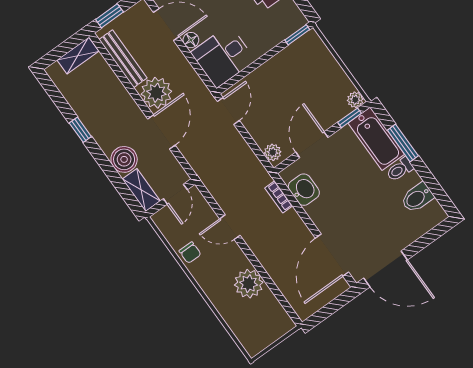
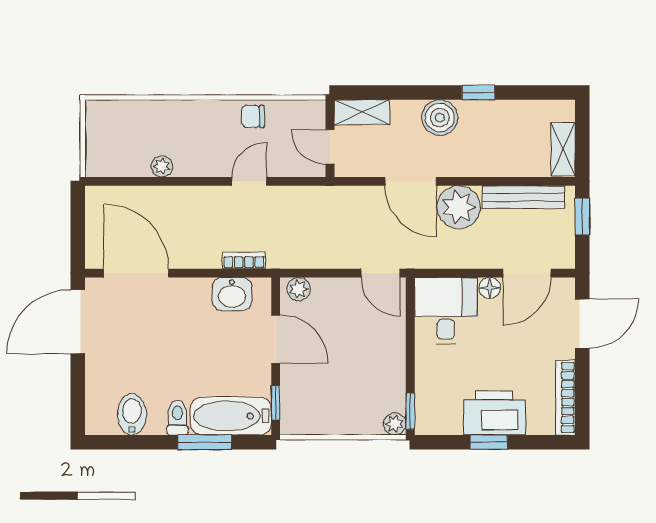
plant: (355, 100) -> (395, 424), moved
boiler: (124, 159) -> (440, 118), moved
plant: (249, 284) -> (162, 166), width x0.53, depth x0.53

